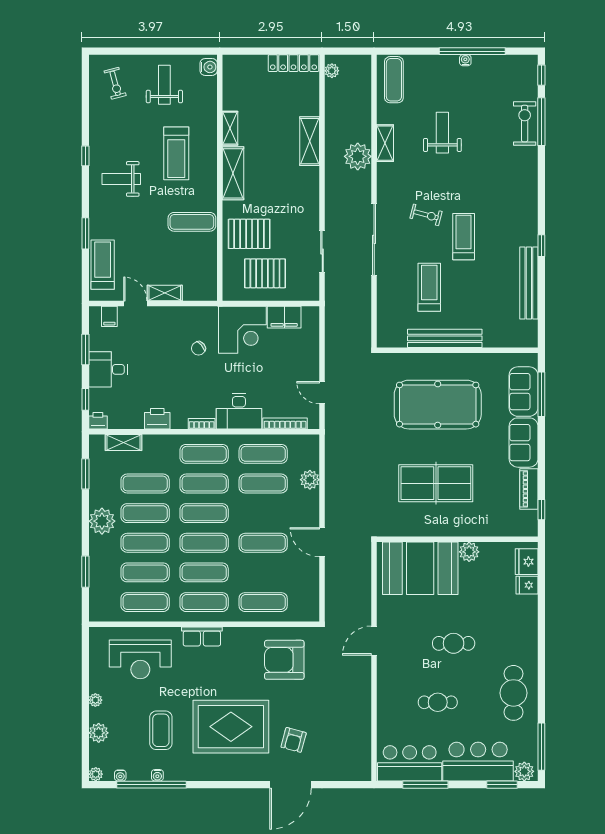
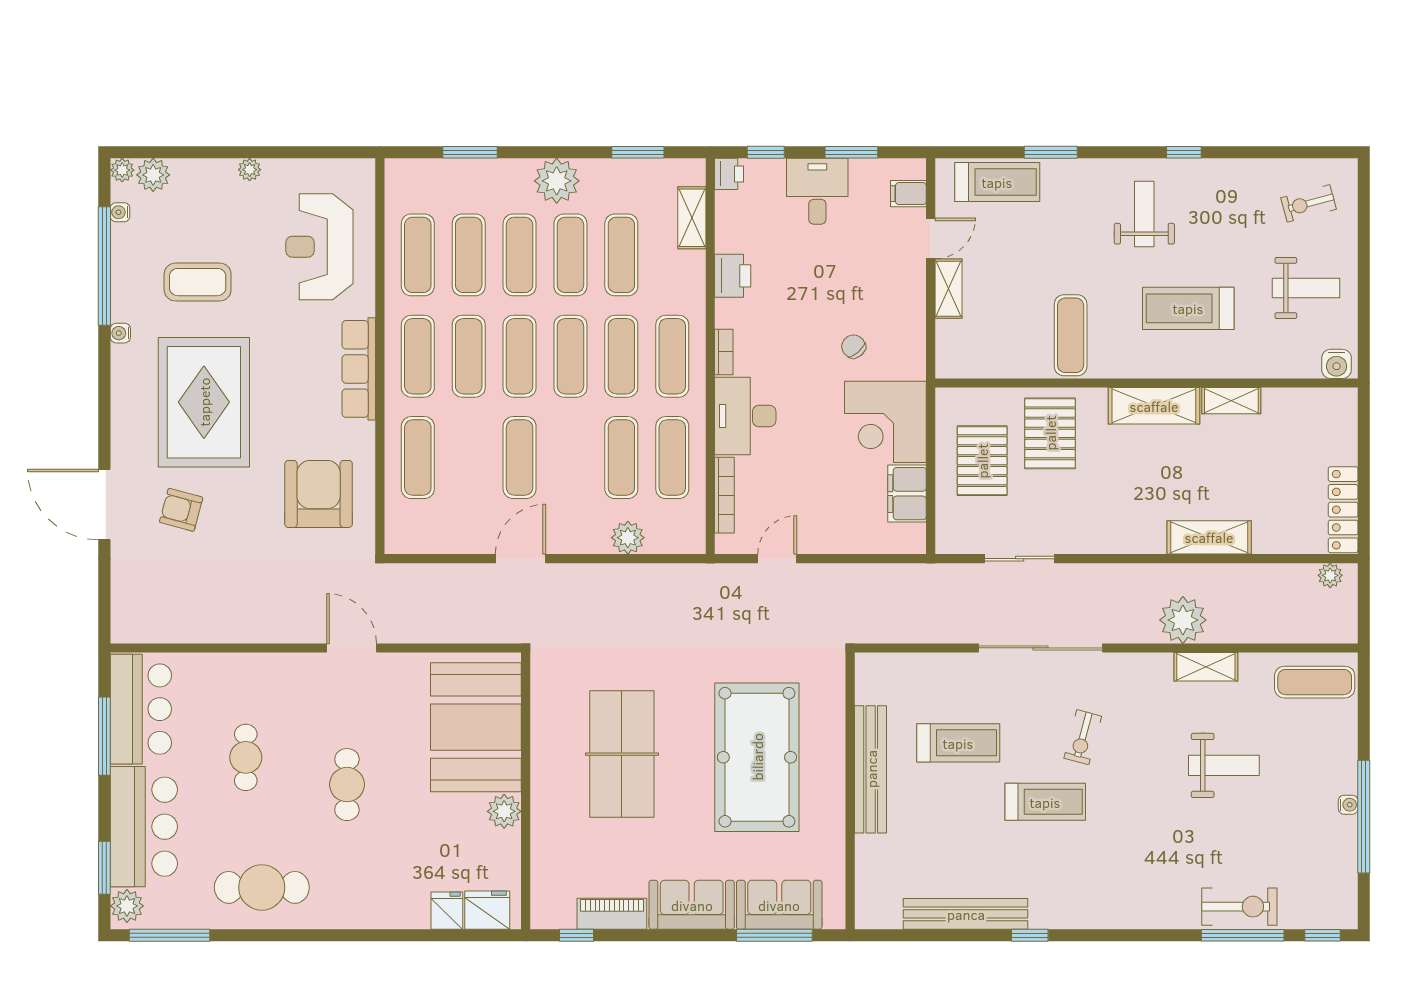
row of seats: (202, 636) -> (359, 369), width x1.48
plant: (99, 733) -> (153, 175), moved
water cooler: (157, 775) -> (120, 333), moved

